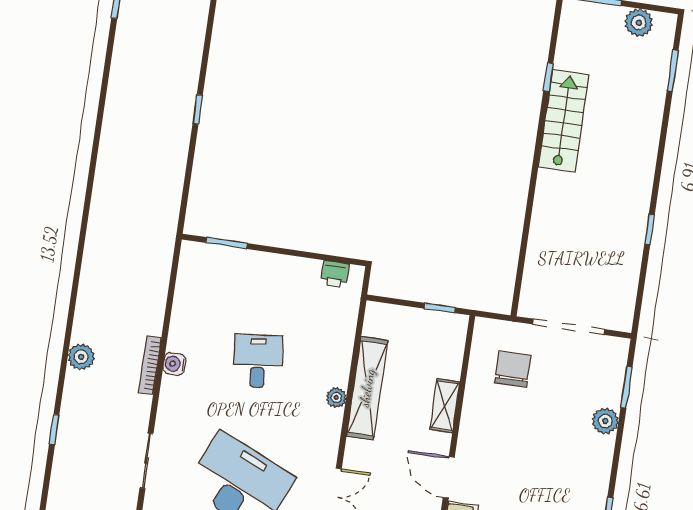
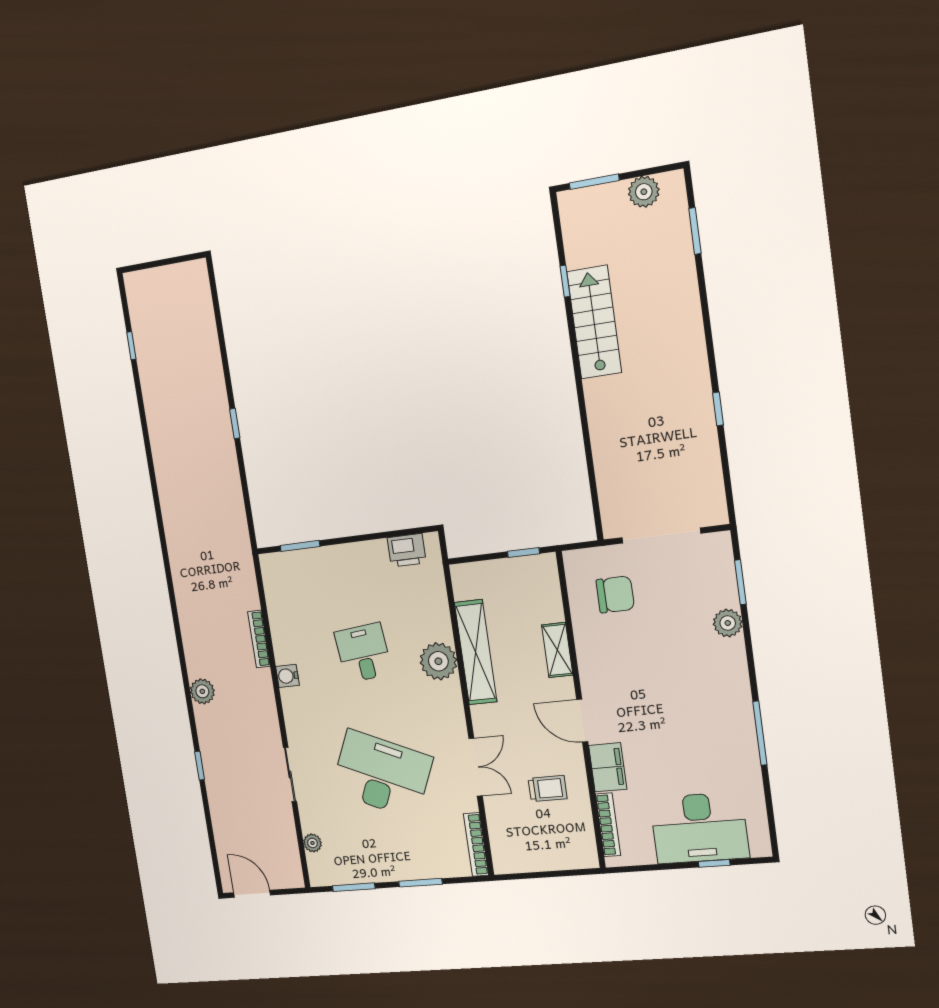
printer: (335, 274) -> (407, 550), width x1.36, depth x1.24
bookcase: (150, 365) -> (259, 639), moved
chair: (513, 369) -> (615, 594), turned 90
plant: (336, 398) -> (438, 661), width x1.88, depth x1.88

